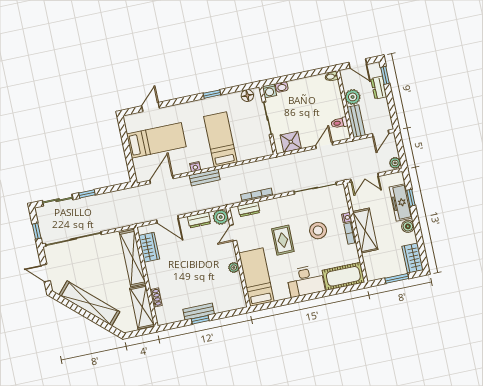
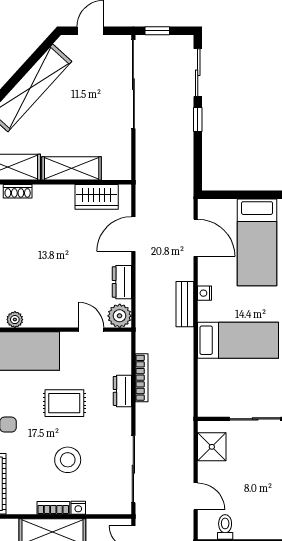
dresser: (249, 209) -> (122, 391), moved
shelving: (133, 258) -> (72, 168), width x0.68
plant: (234, 268) -> (15, 320), moved

